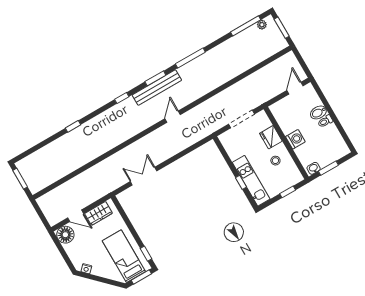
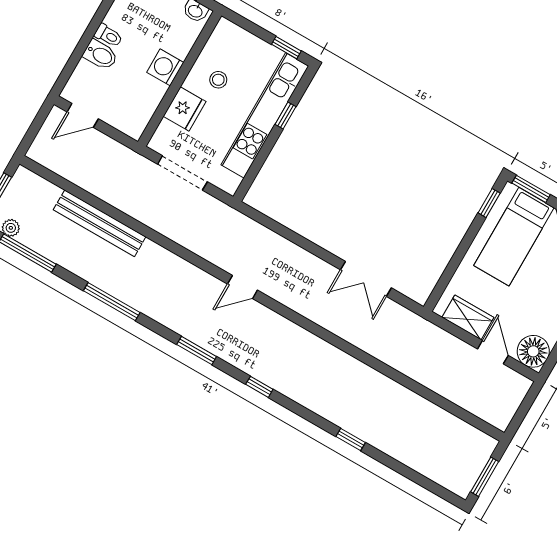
window: (190, 58) -> (112, 302), moved
bench: (157, 88) -> (100, 223), moved
kitchen unit: (251, 181) -> (265, 115), width x1.36
window: (288, 192) -> (286, 48), moved

